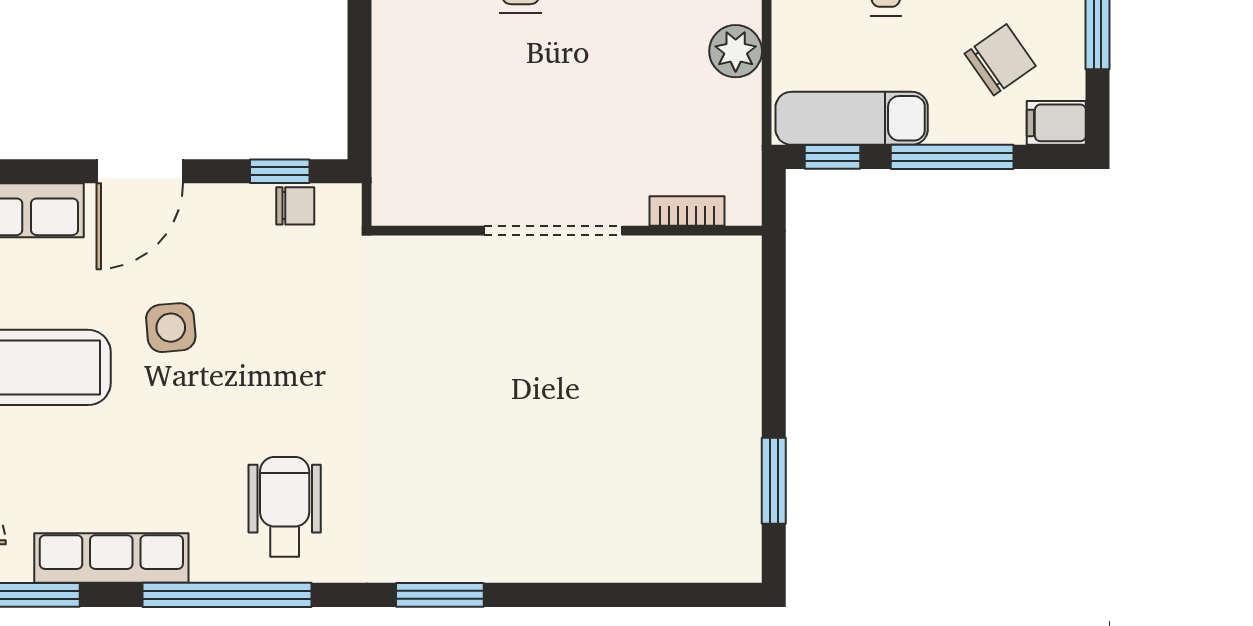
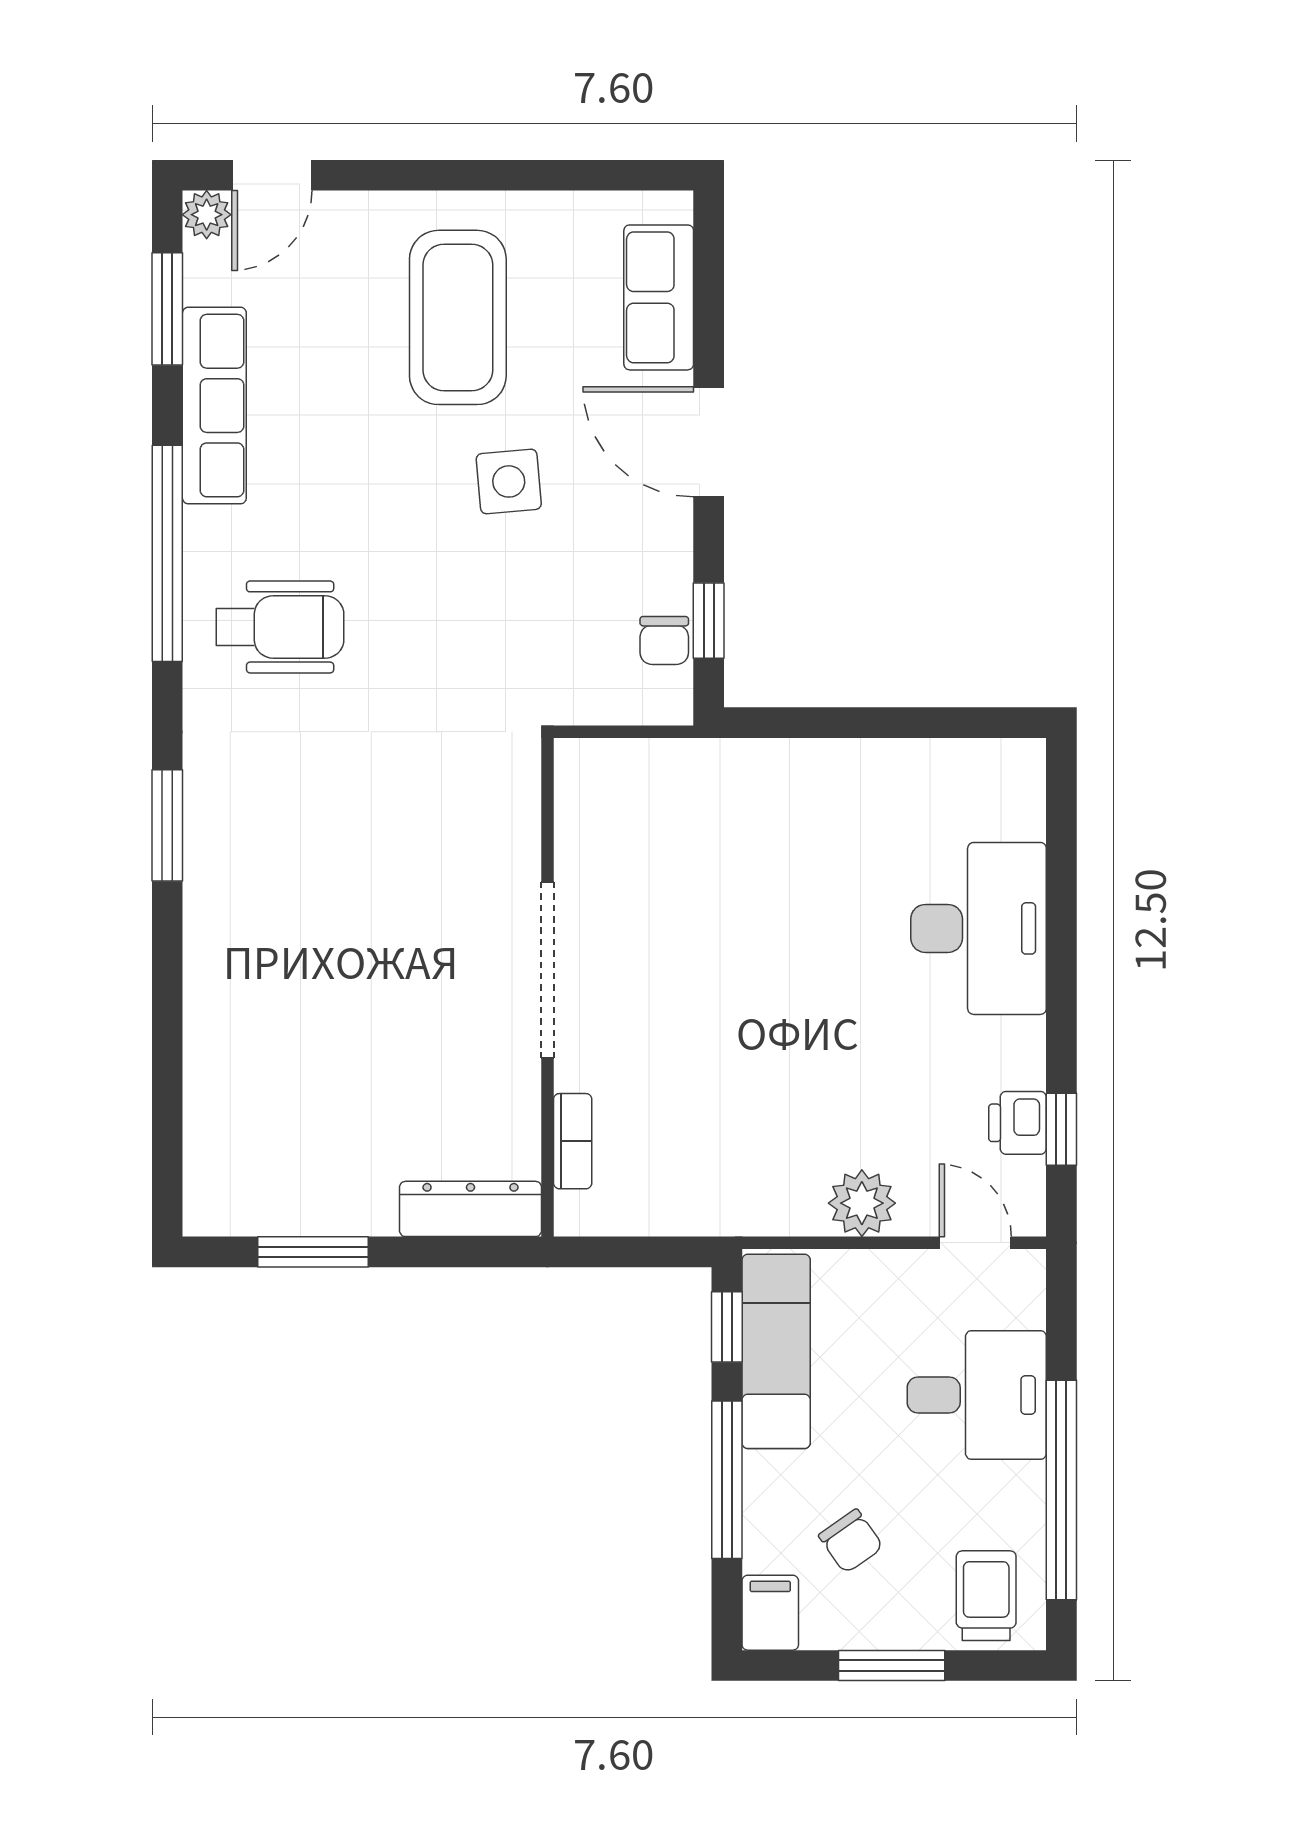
chair: (1000, 60) -> (851, 1541), width x0.73, depth x0.73
bookcase: (687, 211) -> (573, 1141), moved
doorway: (553, 231) -> (547, 970), moved
wall: (567, 231) -> (547, 987), moved
dresser: (740, 358) -> (471, 1209), added

